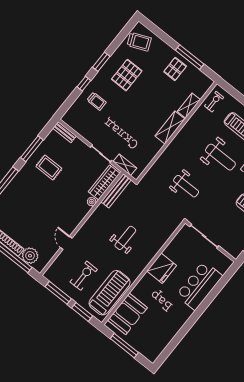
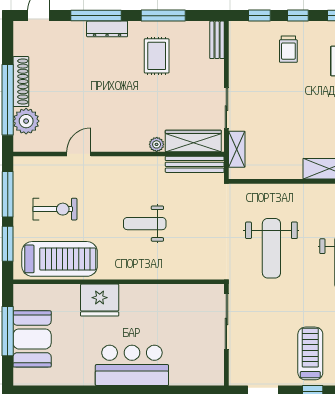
window: (69, 102) -> (259, 16), added
dresser: (17, 181) -> (107, 29), added
weight bench: (186, 186) -> (271, 248), width x1.36, depth x1.33
weight bench: (125, 238) -> (145, 224), turned 180
fridge: (162, 268) -> (100, 300), moved
bar counter: (199, 286) -> (132, 365), moved
booth: (127, 314) -> (32, 339), moved, turned 90

